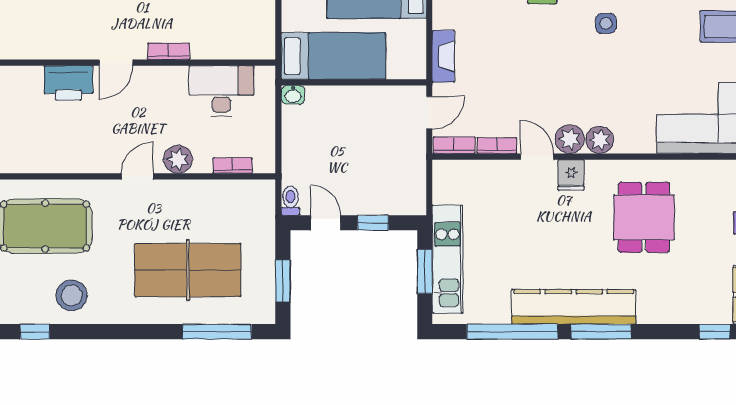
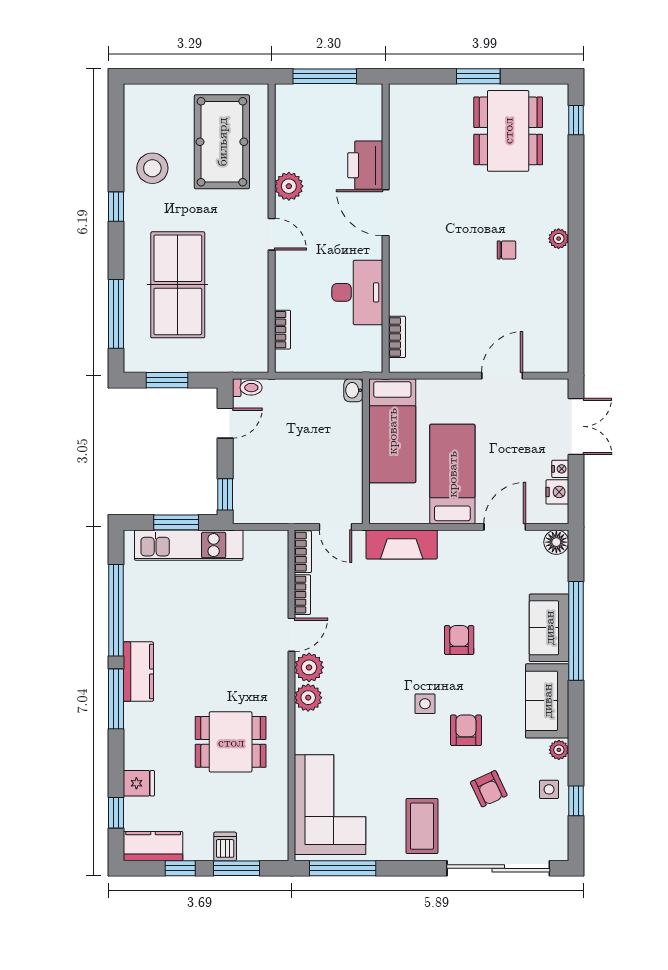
bookcase: (169, 51) -> (397, 337), moved
fireplace: (443, 56) -> (402, 544), width x1.37, depth x1.32
door: (116, 63) -> (386, 213), width x1.38
desk: (221, 91) -> (357, 292), moved
plant: (178, 159) -> (289, 186), moved
fridge: (571, 175) -> (139, 783), moved, turned 180
window: (373, 223) -> (225, 494), moved
kitchen counter: (574, 307) -> (138, 672), width x0.48, depth x0.86
window: (35, 332) -> (116, 207), moved

